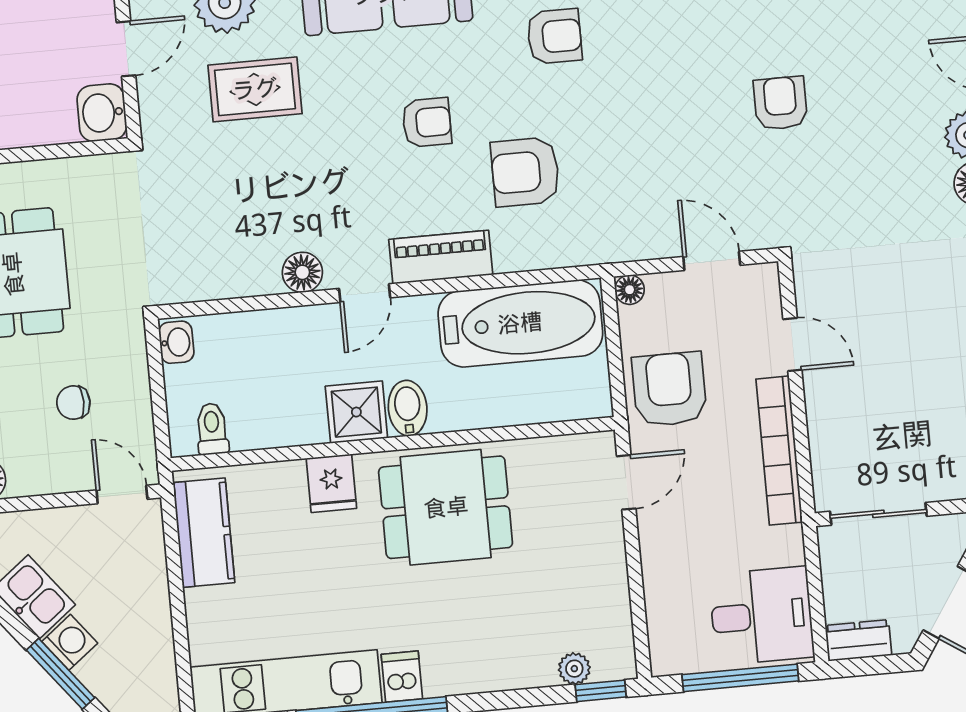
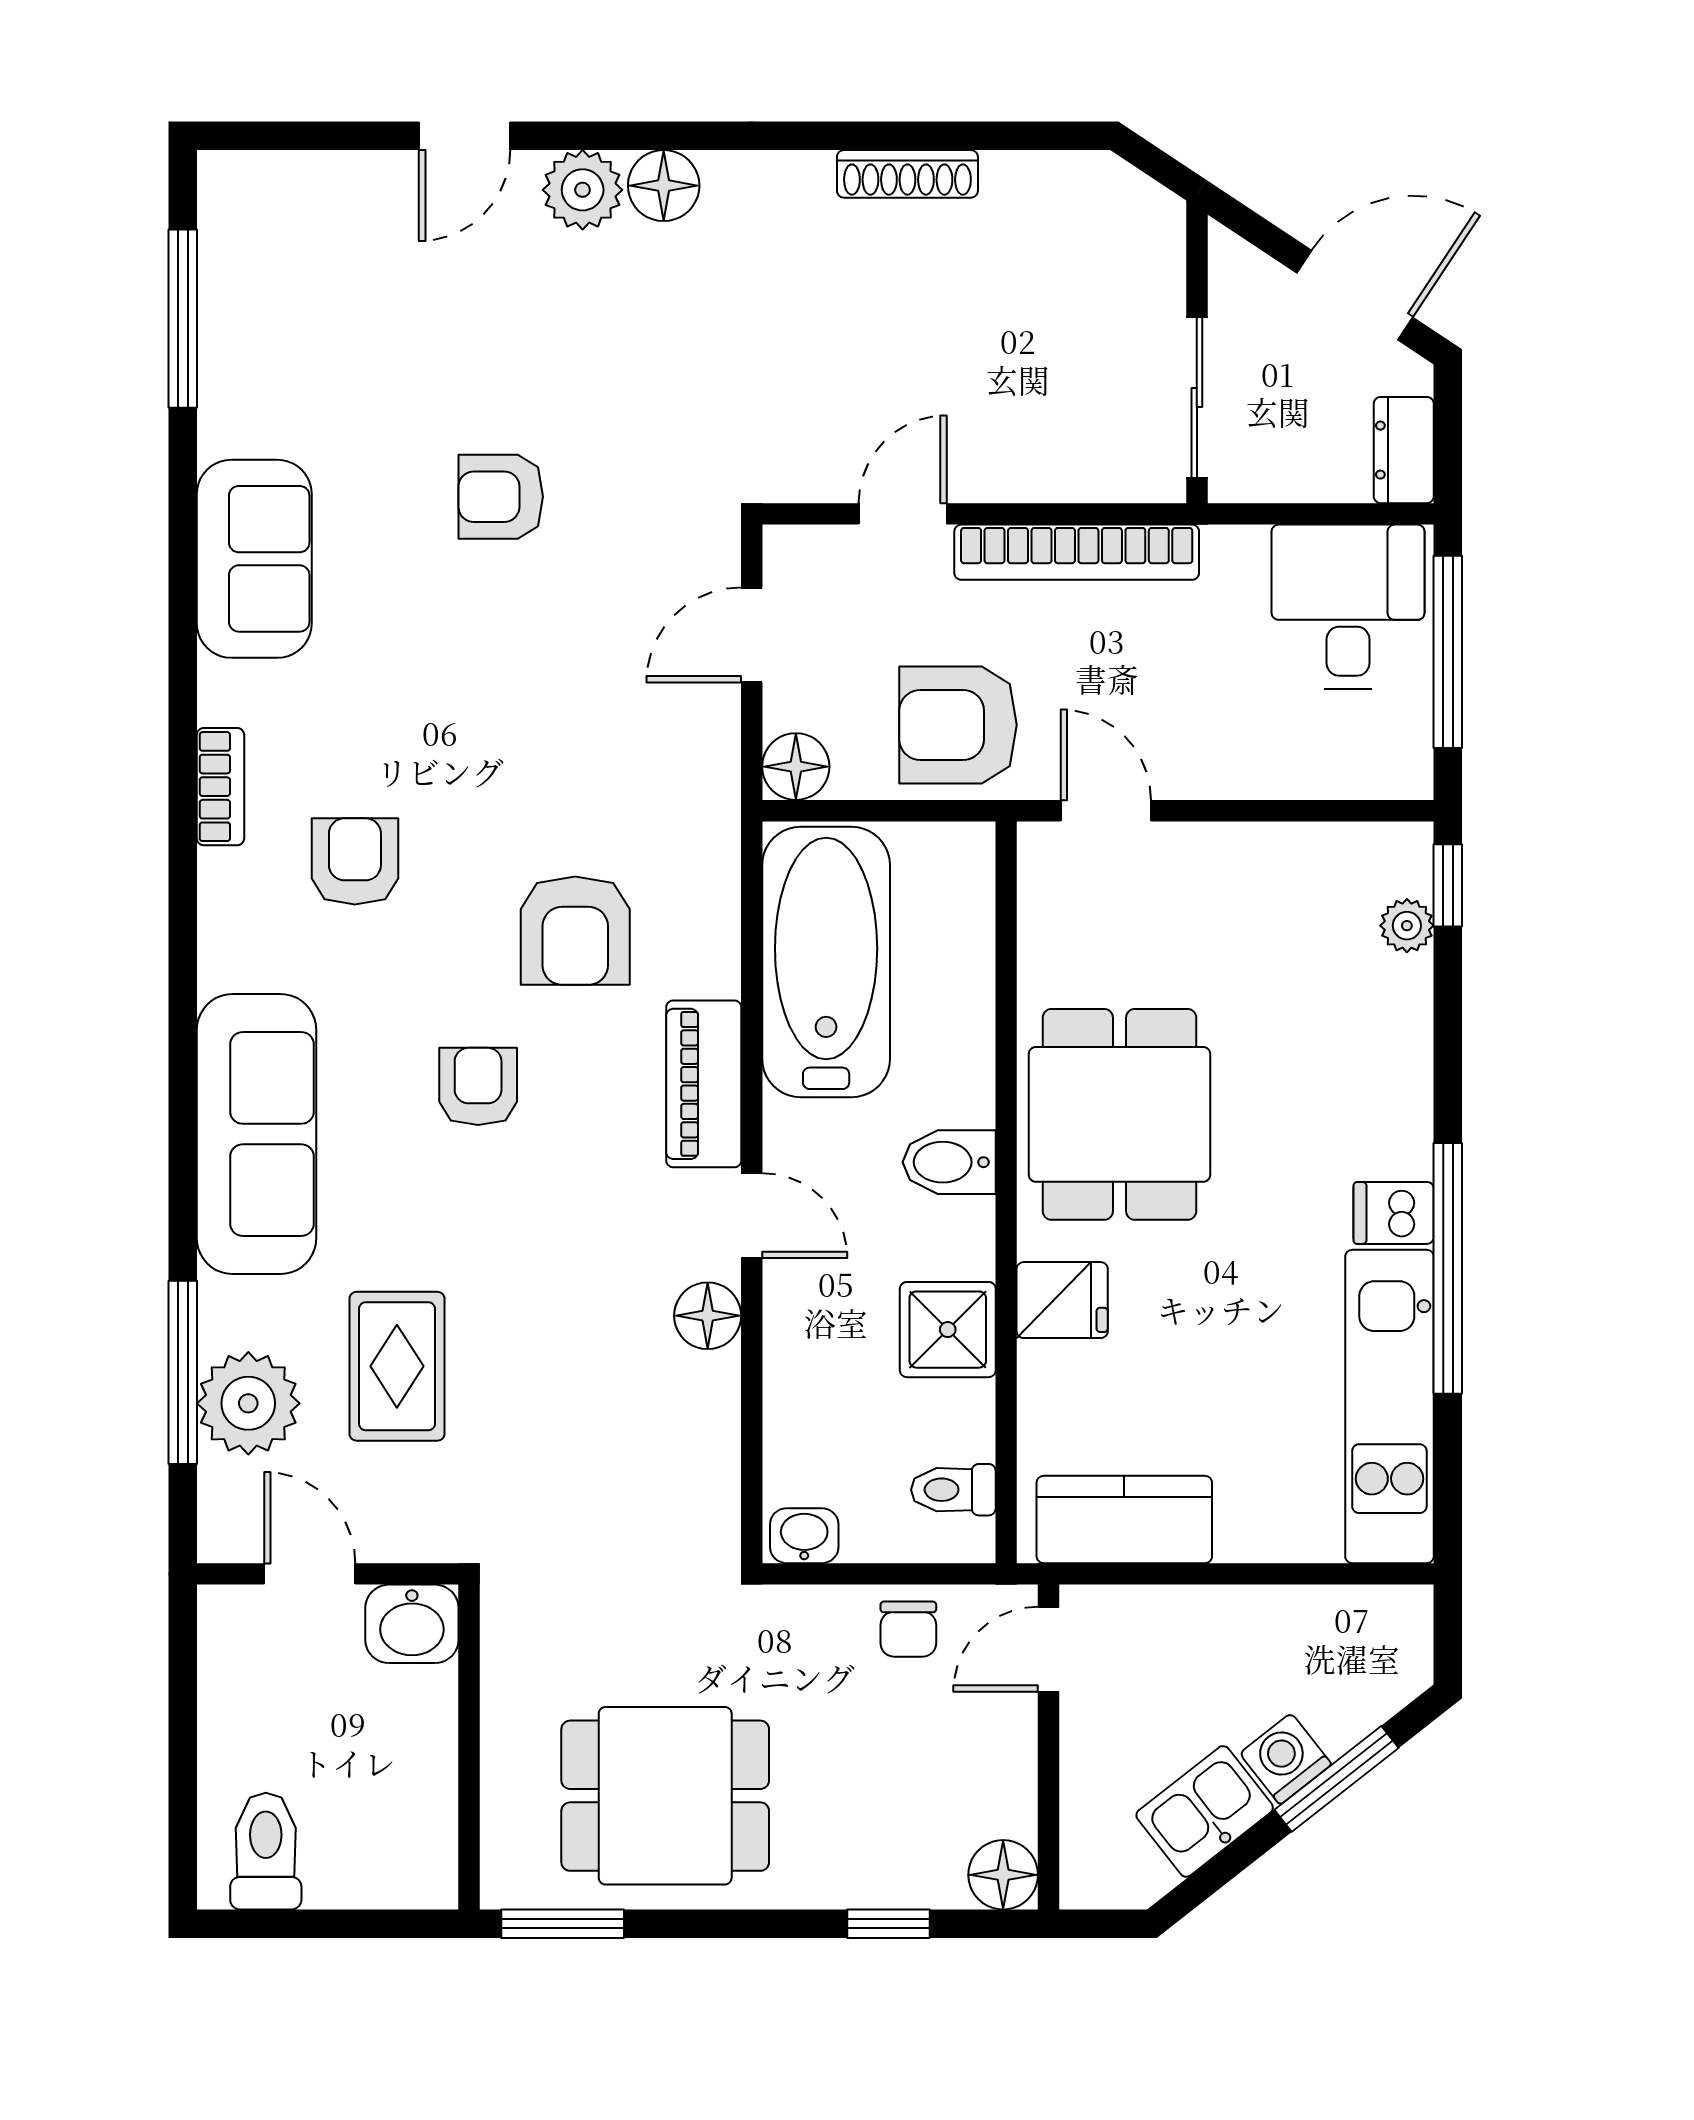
floor lamp: (630, 290) -> (796, 767), width x1.37, depth x1.37
chair: (73, 403) -> (908, 1629), moved
shower: (356, 412) -> (948, 1330), moved

